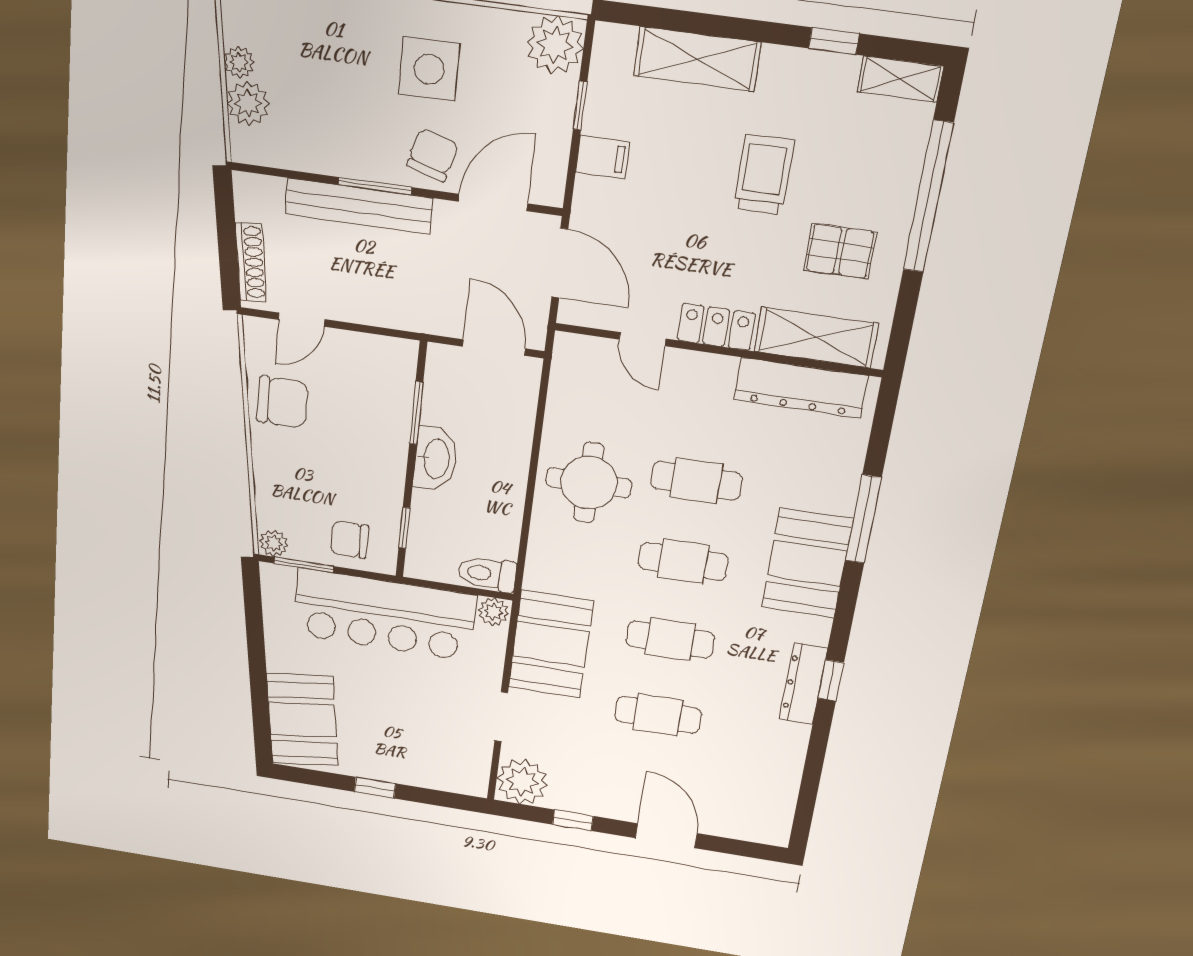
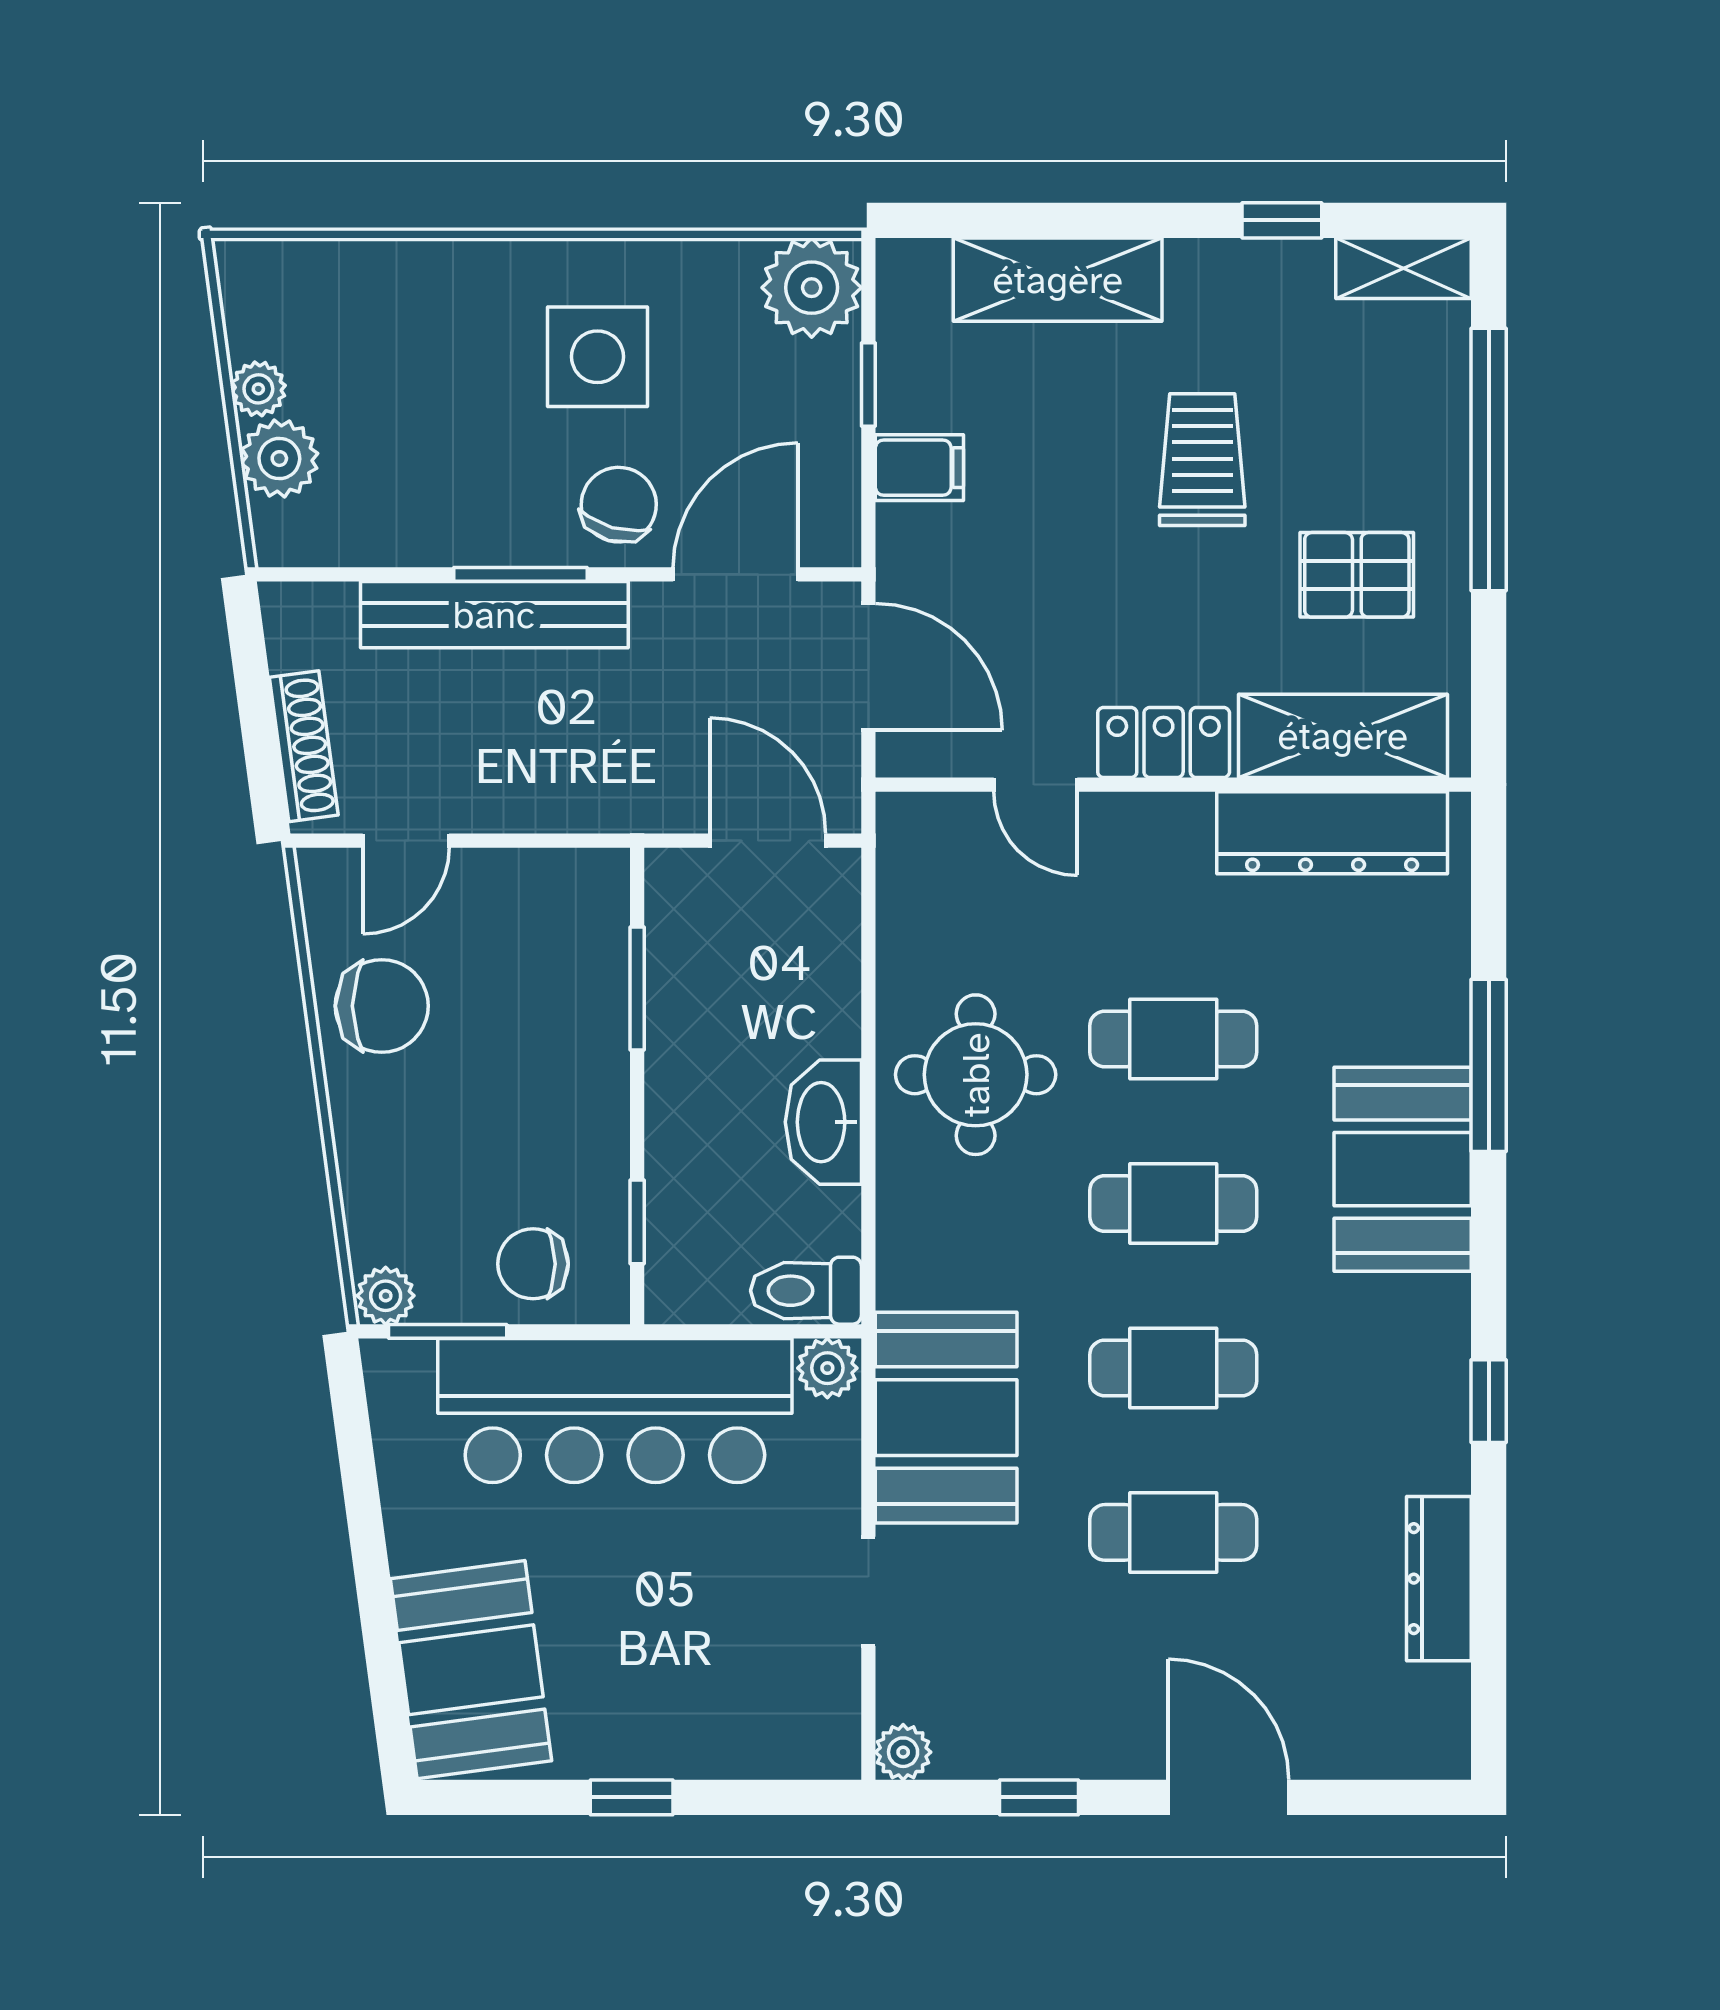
washbasin: (435, 459) -> (823, 1122), moved, turned 180
dresser: (803, 684) -> (1439, 1579), moved
plant: (522, 781) -> (903, 1752), width x0.53, depth x0.53

